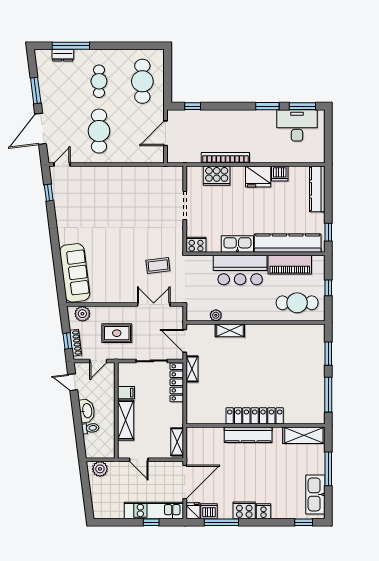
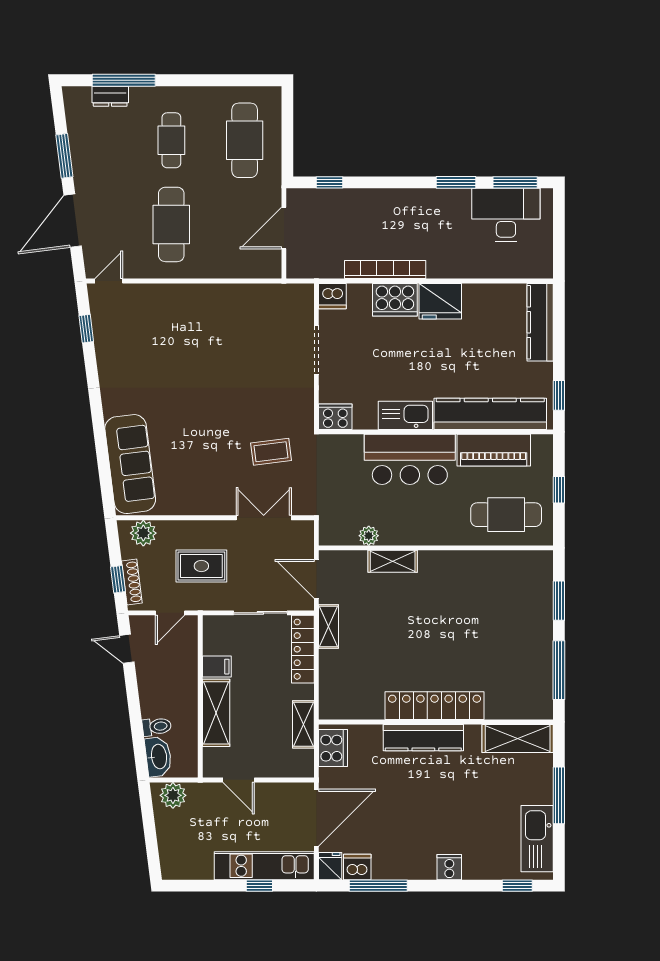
dishwasher: (280, 173) -> (332, 296), moved
cooker: (217, 176) -> (395, 300), moved
washbasin: (87, 411) -> (158, 757), moved
shelving: (177, 442) -> (303, 724), moved
cooker: (244, 510) -> (333, 748), moved, turned 90

